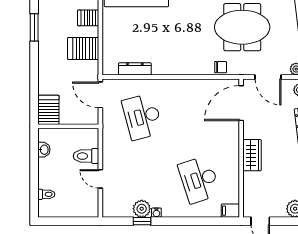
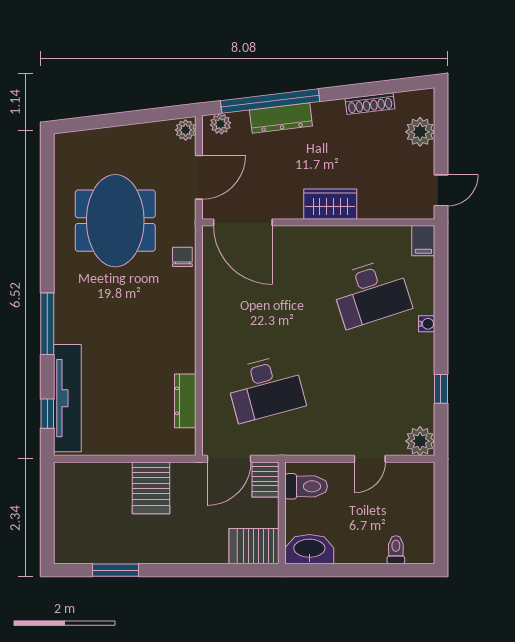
server rack: (88, 18) -> (266, 479), moved
washbasin: (44, 150) -> (309, 549), width x1.91, depth x1.45
toilet: (86, 156) -> (306, 486), moved, turned -90
plant: (142, 209) -> (420, 441), moved
water cooler: (156, 213) -> (427, 324), moved

